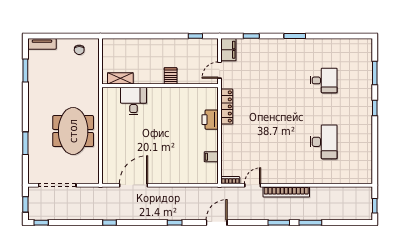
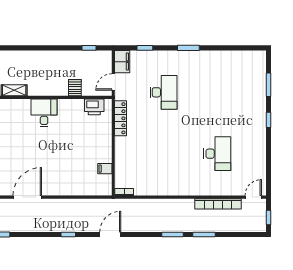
server rack: (171, 76) -> (75, 88), moved
desk: (324, 80) -> (164, 92), moved, width x1.37
desk: (134, 101) -> (44, 113), moved
printer: (210, 120) -> (94, 107), moved, turned -90
door: (253, 185) -> (253, 197), moved
bookcase: (286, 192) -> (218, 204), moved

